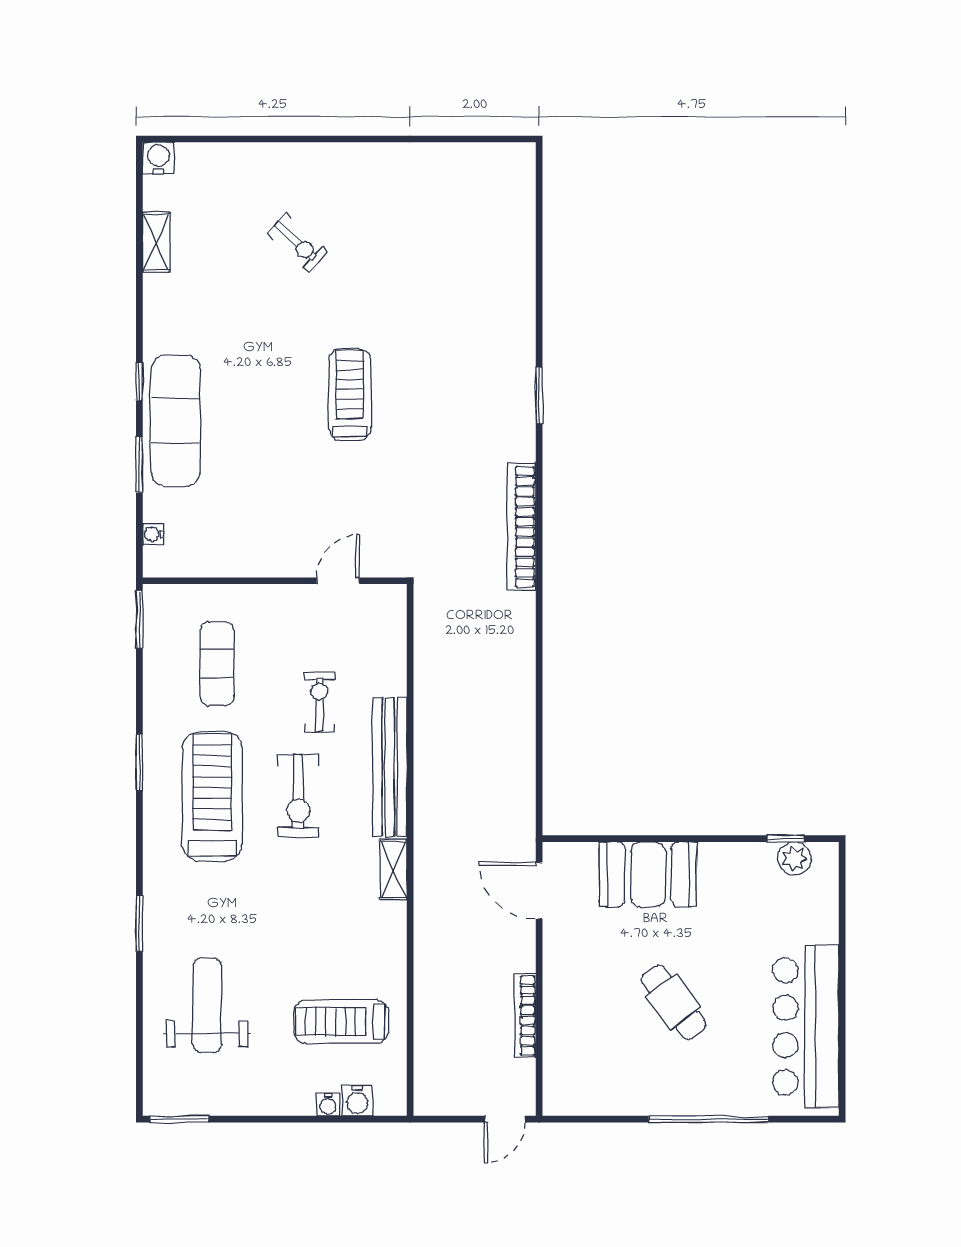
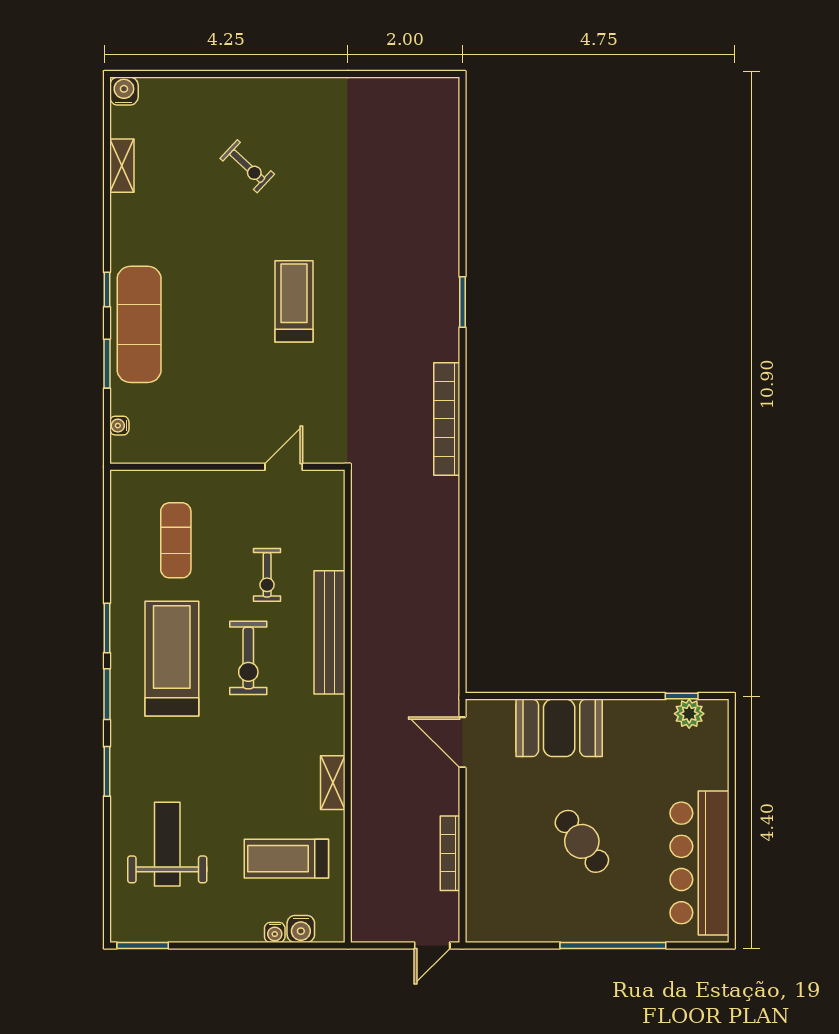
window: (139, 619) -> (107, 694), moved
exercise bike: (319, 702) -> (267, 575), turned 180
shelving: (393, 869) -> (333, 783), moved

